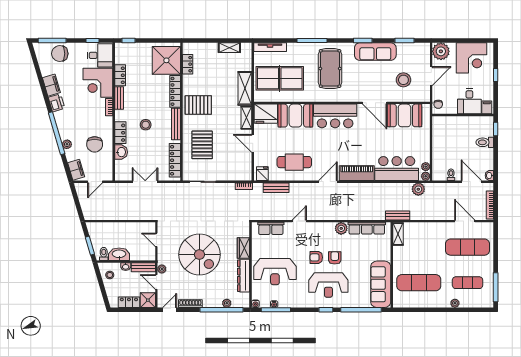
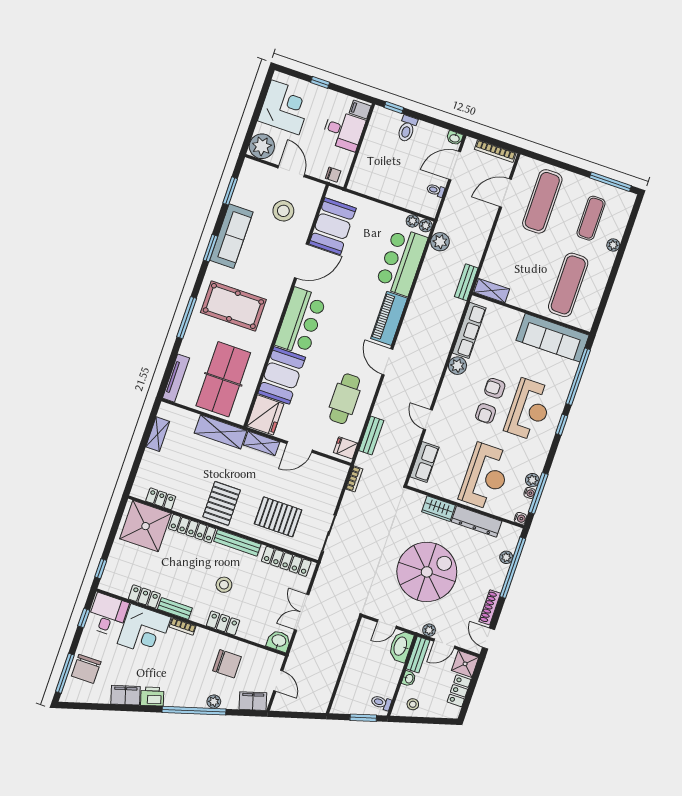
washbasin: (121, 152) -> (279, 641), moved
washbasin: (119, 254) -> (401, 646), moved
plant: (283, 303) -> (532, 480), added

